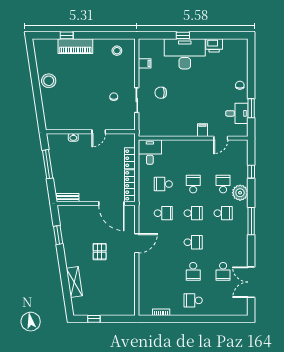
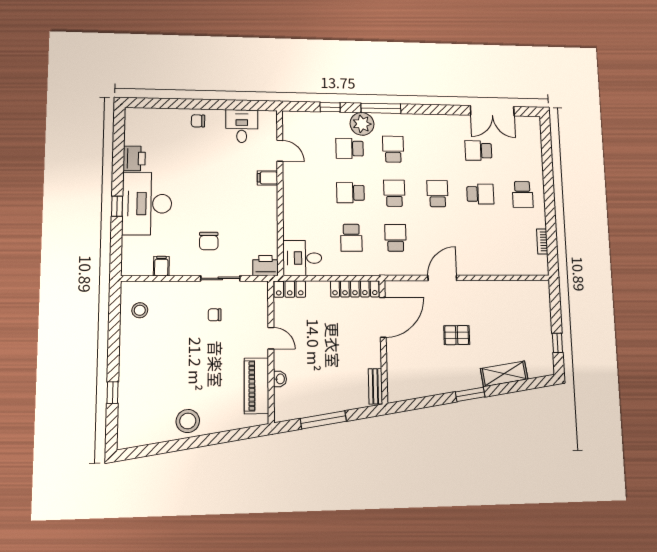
piano: (75, 46) -> (256, 386), moved, turned 180
window: (251, 108) -> (234, 105), removed
printer: (145, 129) -> (266, 266), added
locker: (130, 158) -> (290, 289), moved
window: (251, 221) -> (381, 108), moved
window: (58, 235) -> (470, 394), moved
door: (137, 243) -> (442, 278), hinge flipped
school desk: (223, 271) -> (478, 151), turned 180

